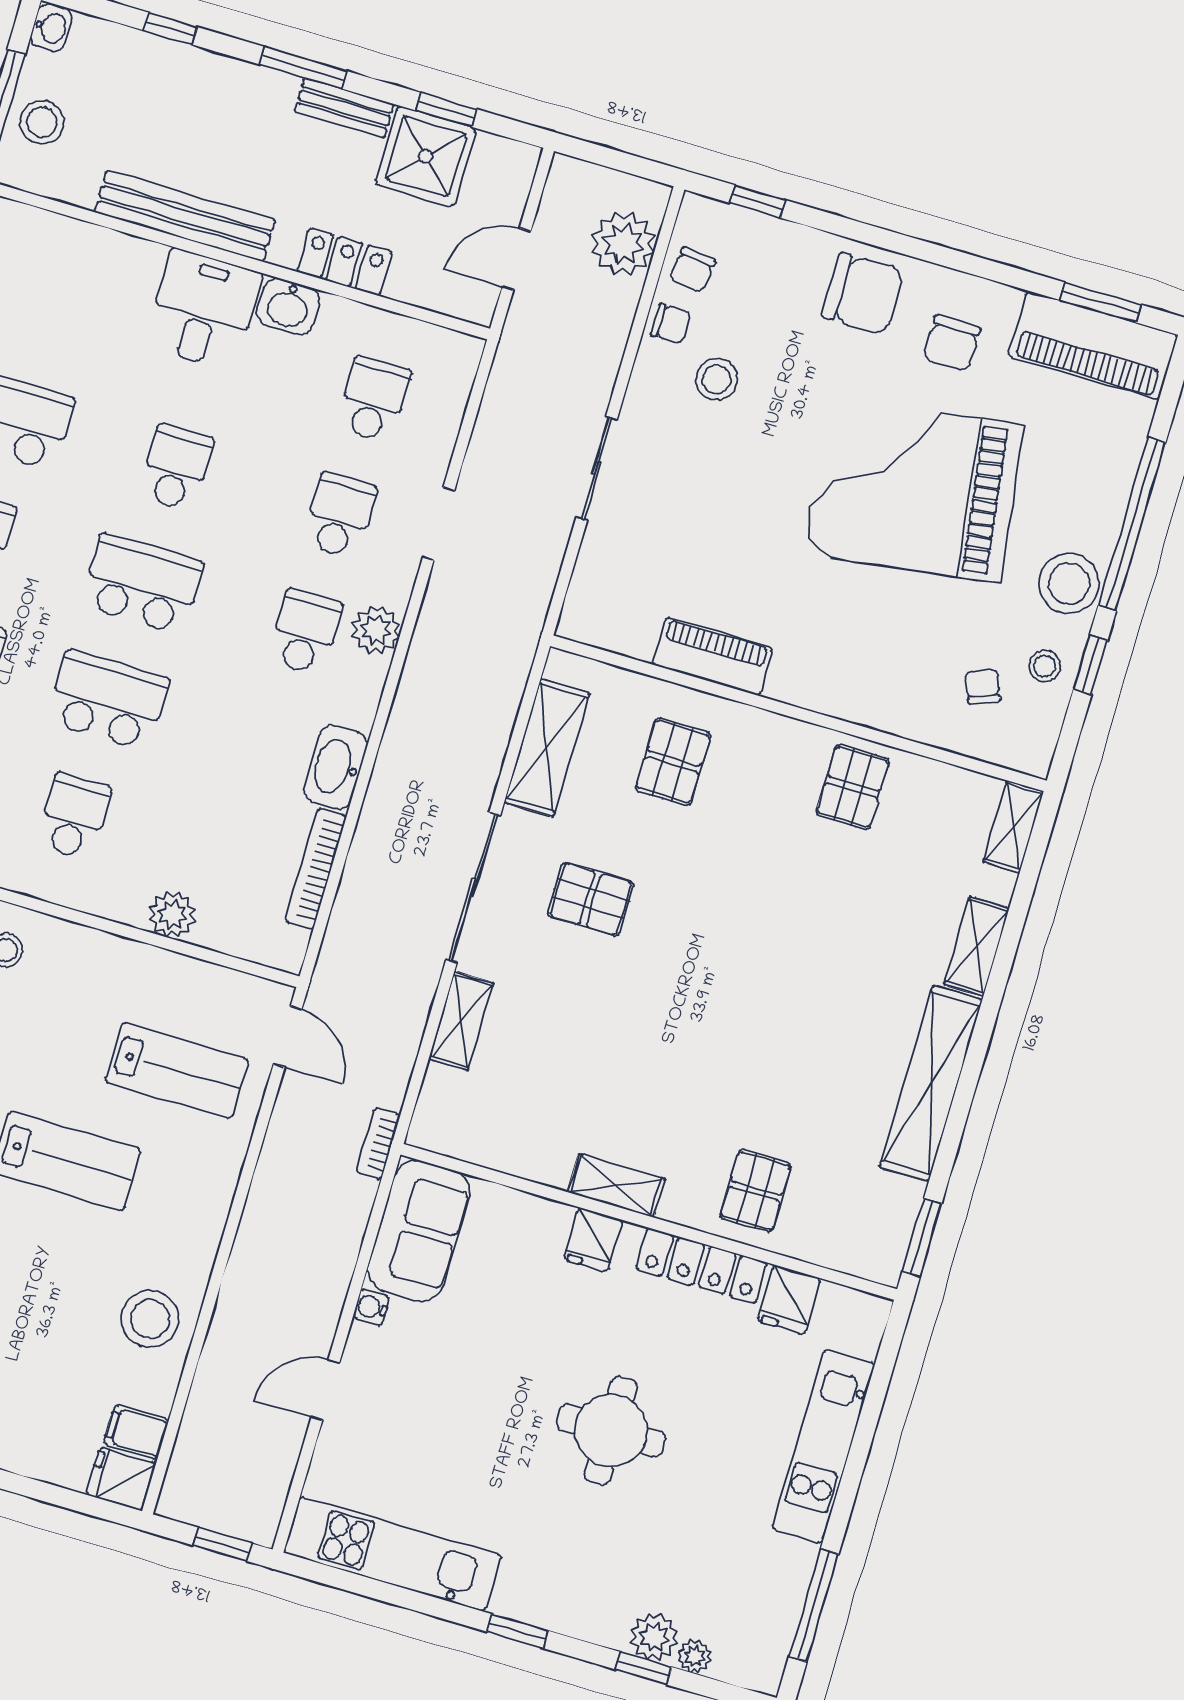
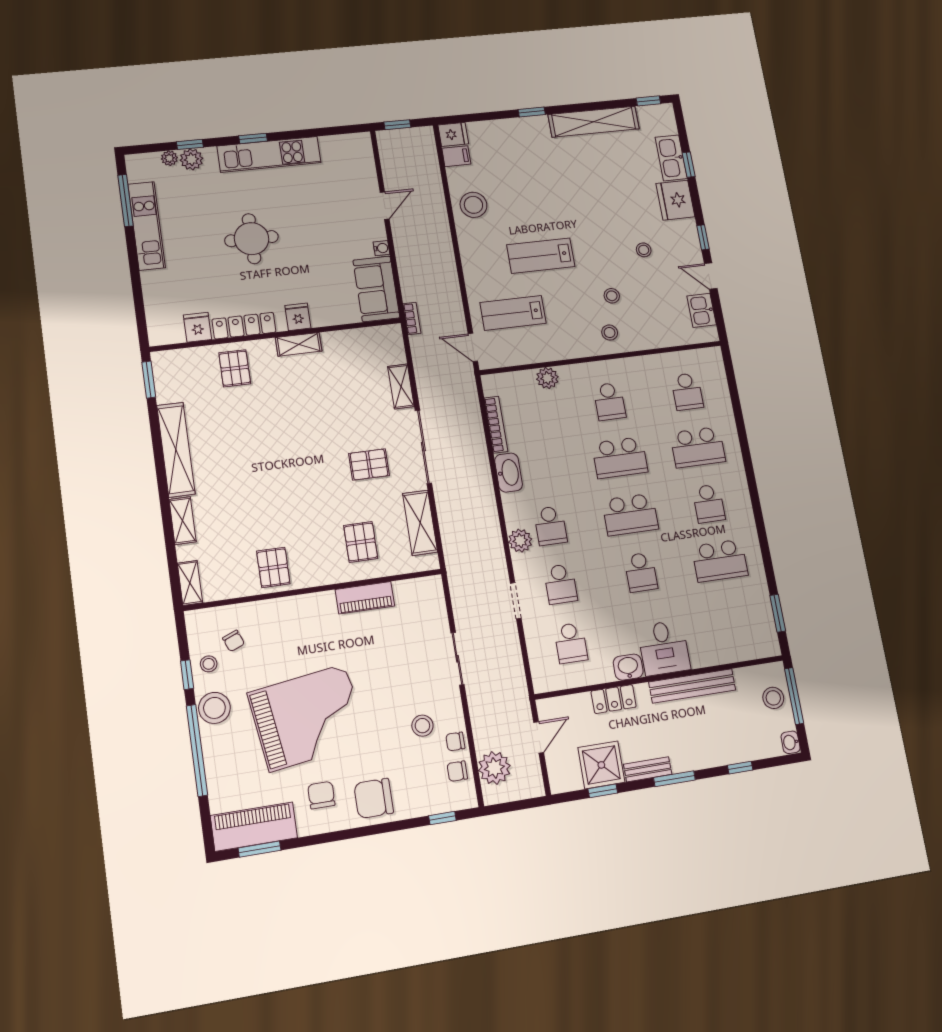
chair: (692, 270) -> (457, 771), turned -97
kitchen unit: (824, 1446) -> (147, 226), moved
kitchen unit: (392, 1554) -> (269, 154), moved

